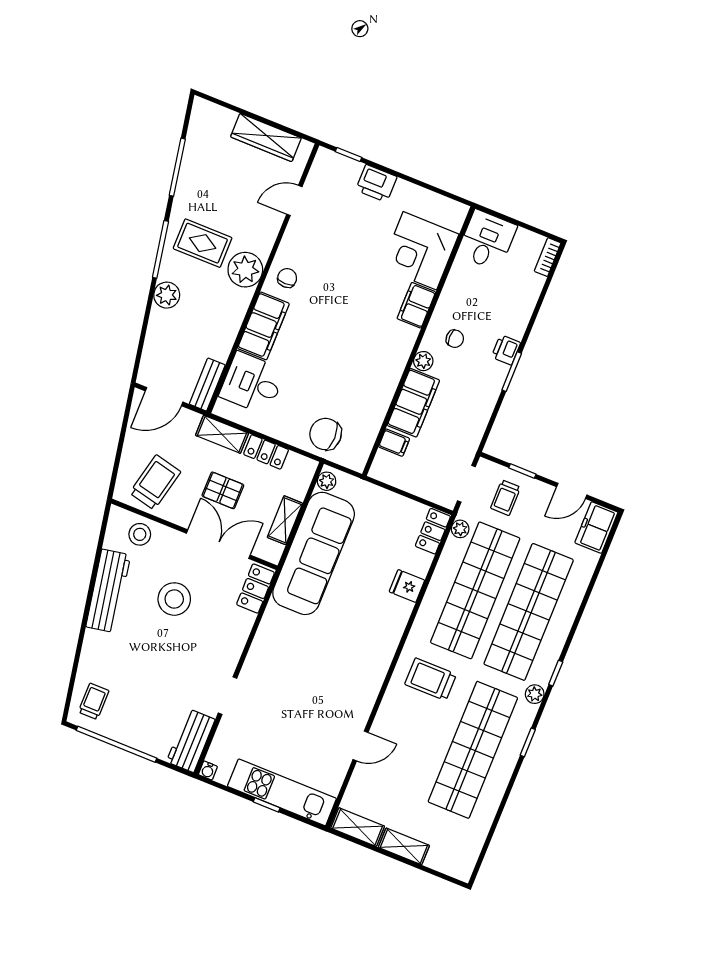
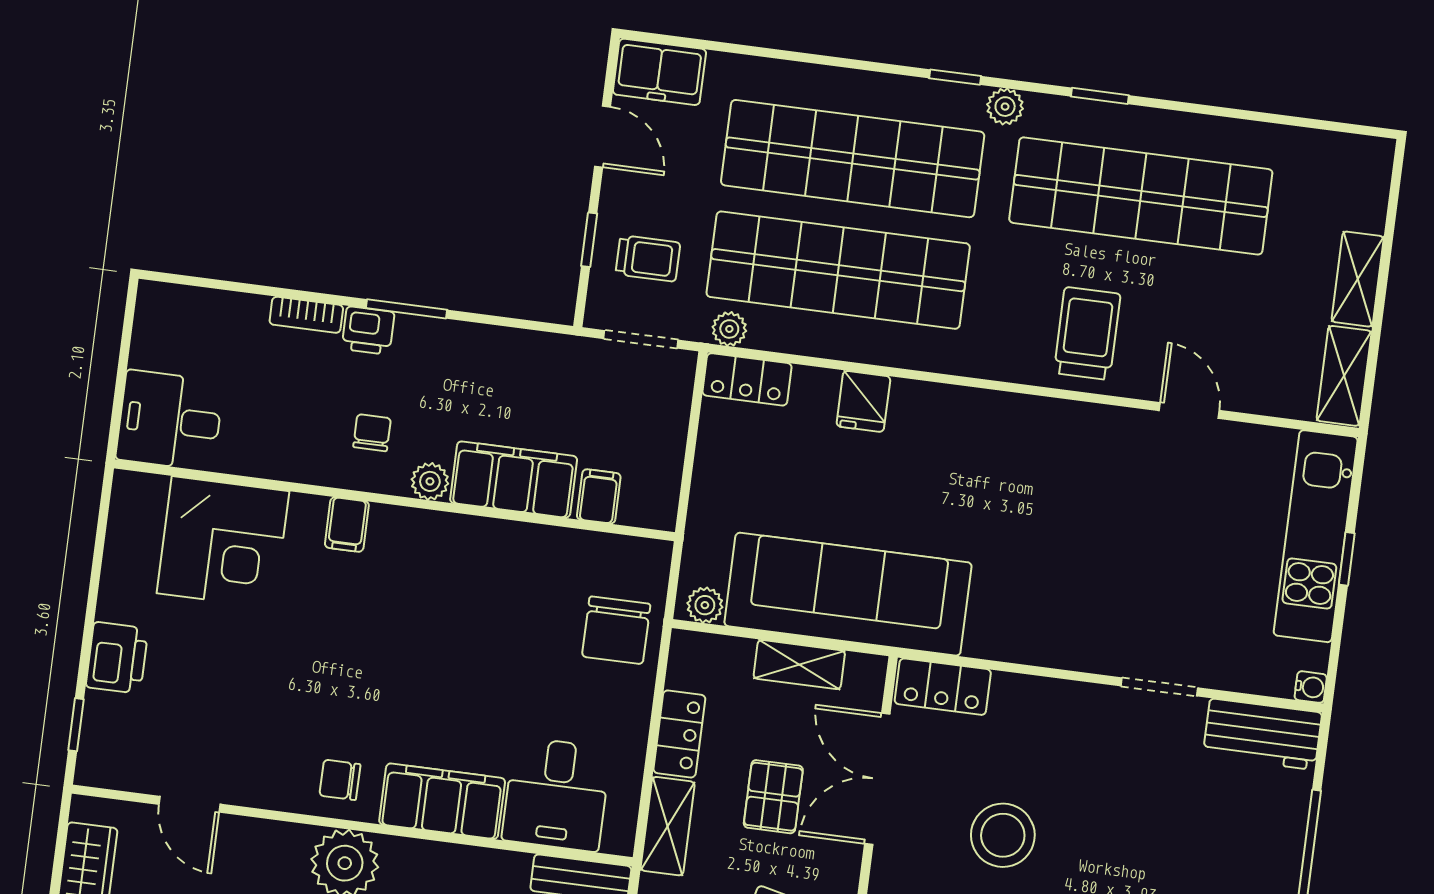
bookcase: (548, 257) -> (306, 315), moved
filing cabinet: (416, 305) -> (347, 525), width x0.50
trolley: (431, 679) -> (1087, 333), moved, turned 180

